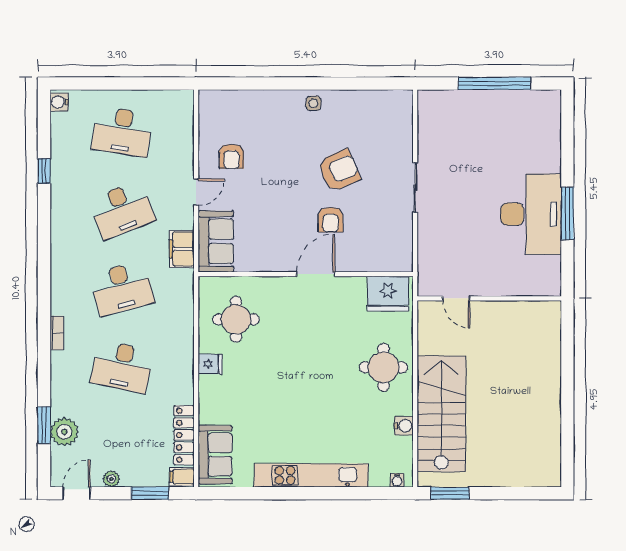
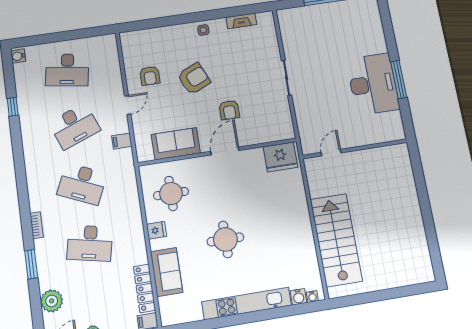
fireplace: (368, 98) -> (241, 21), added
armchair: (339, 171) -> (194, 79), moved
sofa: (216, 241) -> (176, 144), moved, turned -90
filing cabinet: (182, 249) -> (122, 141), width x0.50
desk: (122, 288) -> (82, 184), turned 39
door: (456, 298) -> (331, 153), swing flipped
round table: (383, 367) -> (225, 239), moved
window: (44, 425) -> (31, 264), moved
water cooler: (404, 426) -> (299, 297), moved, turned 90
sofa: (215, 455) -> (167, 272), moved
window: (450, 493) -> (354, 300), removed

